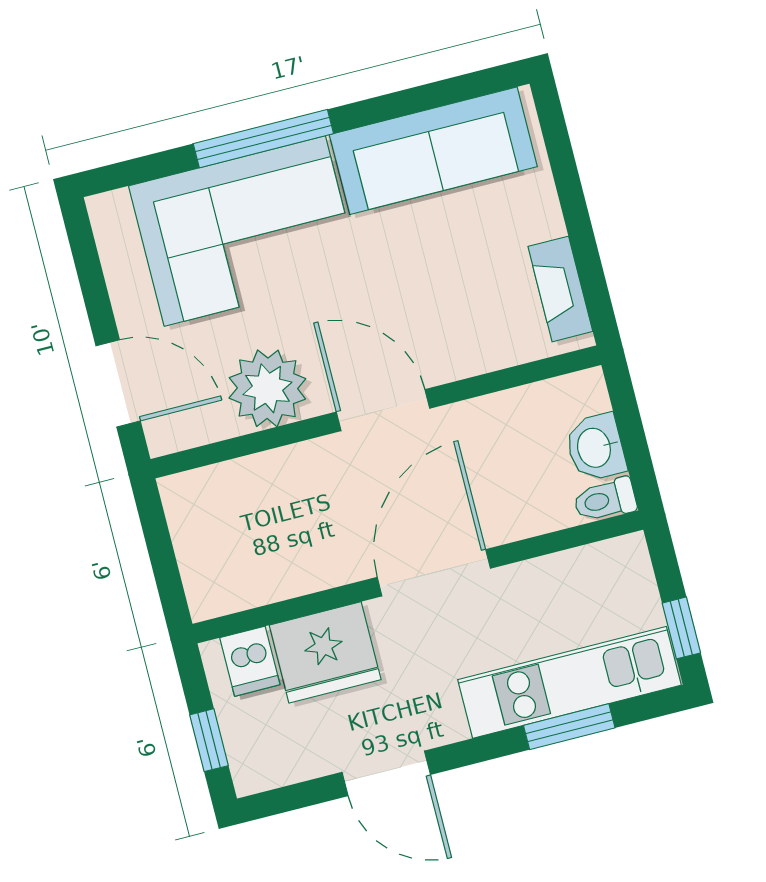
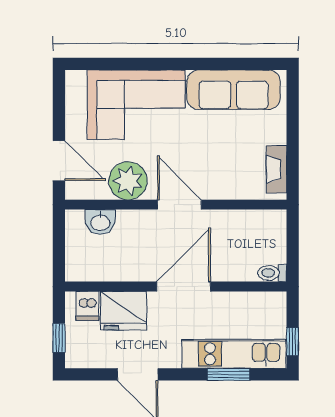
window: (263, 139) -> (156, 64), removed
washbasin: (595, 447) -> (100, 222), moved, turned -90

